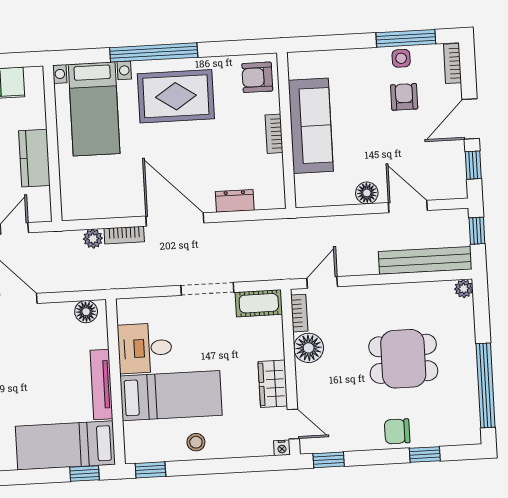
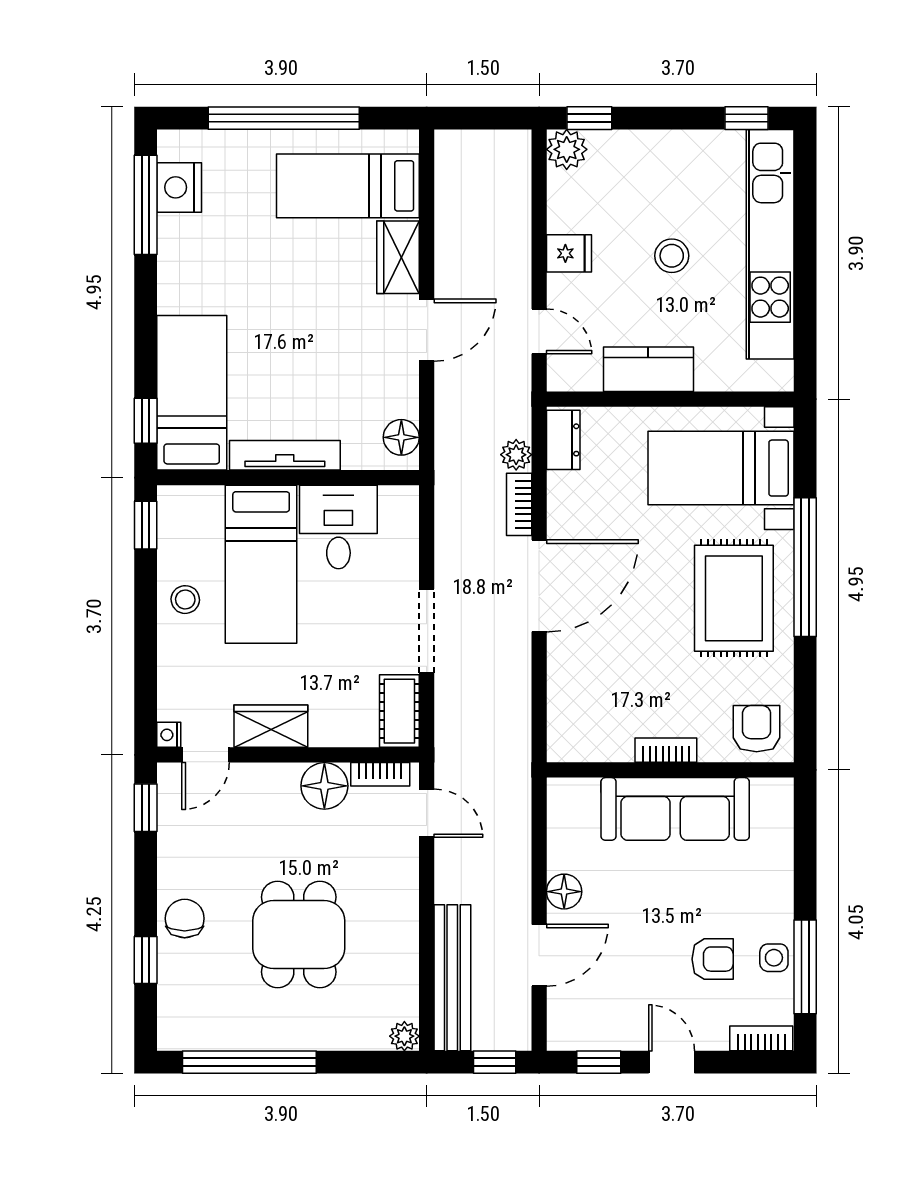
door: (471, 119) -> (672, 1062), width x0.73
dresser: (235, 201) -> (563, 440), moved

